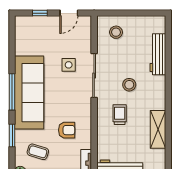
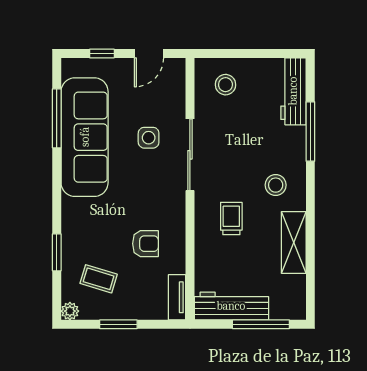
workbench: (158, 54) -> (293, 91), moved
window: (168, 61) -> (310, 131), added
stool: (129, 85) -> (276, 185), moved
window: (12, 92) -> (57, 118), moved
sofa: (29, 93) -> (85, 137), moved

